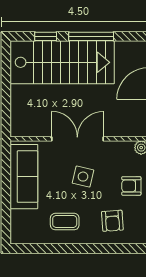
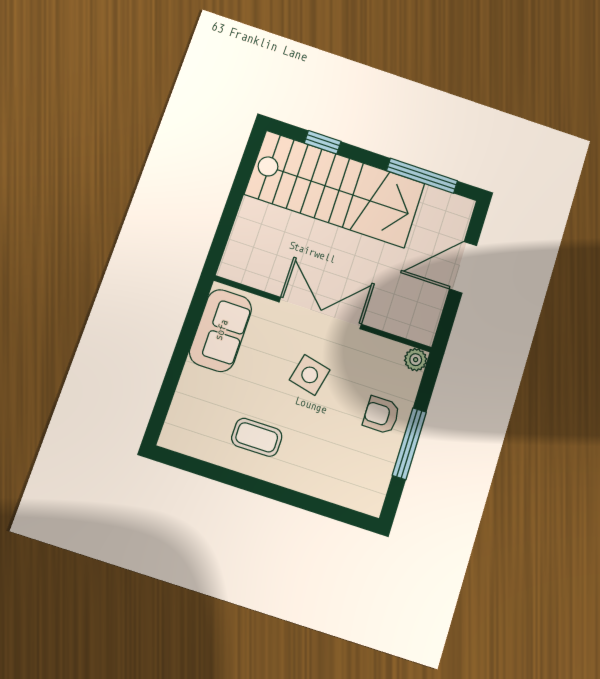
window: (91, 36) -> (422, 176), moved
sofa: (24, 177) -> (221, 330), width x0.73
armchair: (112, 221) -> (334, 461), removed

